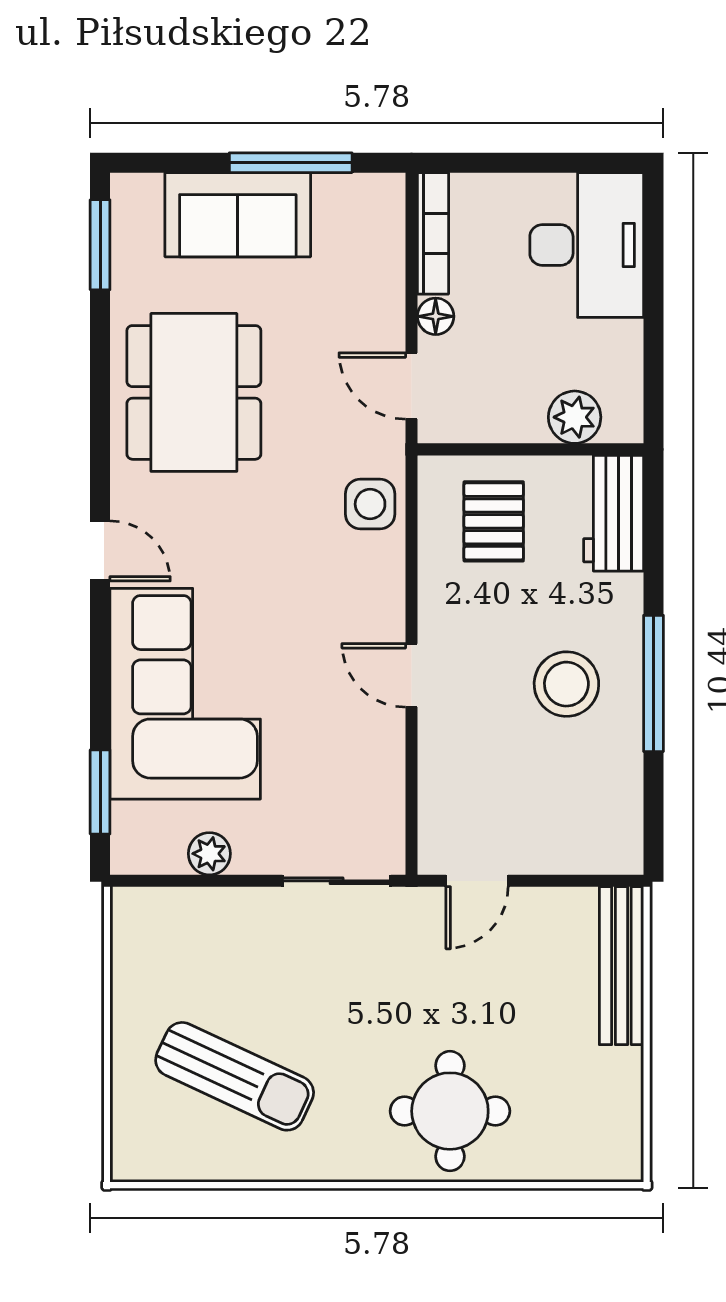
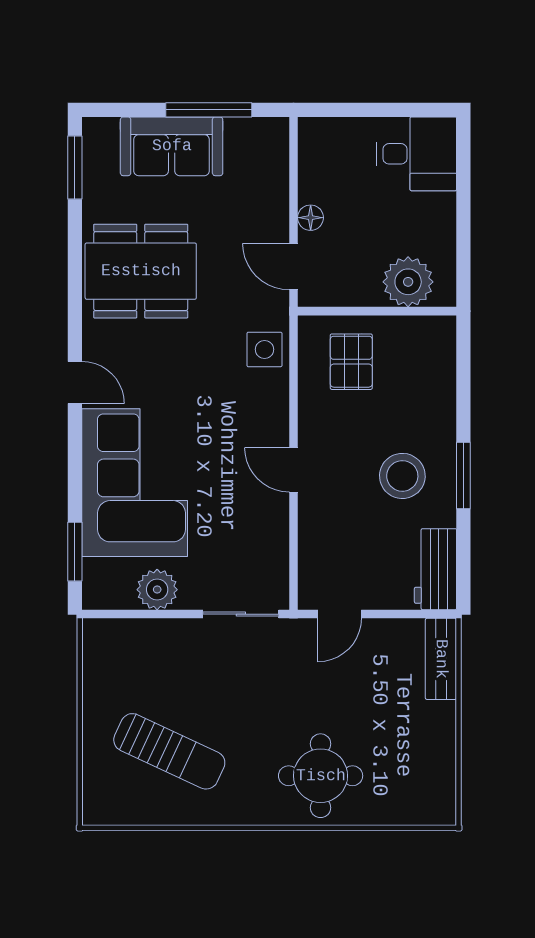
bookcase: (433, 233) -> (309, 159), removed
desk: (587, 245) -> (417, 154), width x0.73
dining table: (194, 392) -> (141, 271), turned 90
plant: (575, 417) -> (408, 282), width x1.36, depth x1.36
workbench: (614, 513) -> (435, 569), moved
window: (653, 683) -> (463, 475), width x0.69
plant: (209, 854) -> (157, 590), width x1.38, depth x1.38
bench: (621, 966) -> (441, 659), width x0.73

